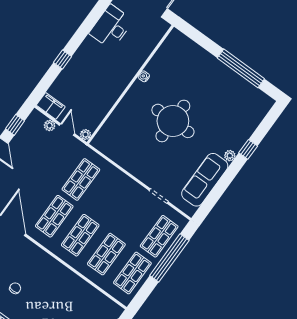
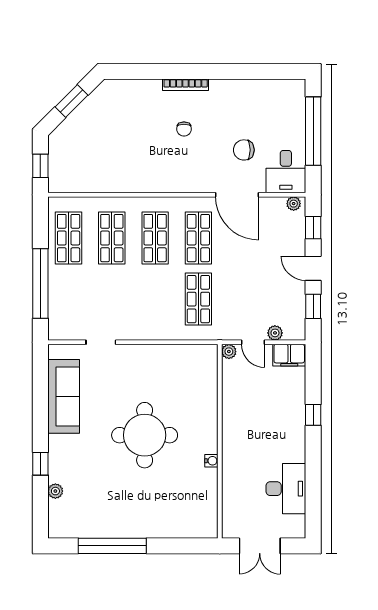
plant: (230, 156) -> (55, 491), moved
shop shelf: (159, 236) -> (69, 299), removed

